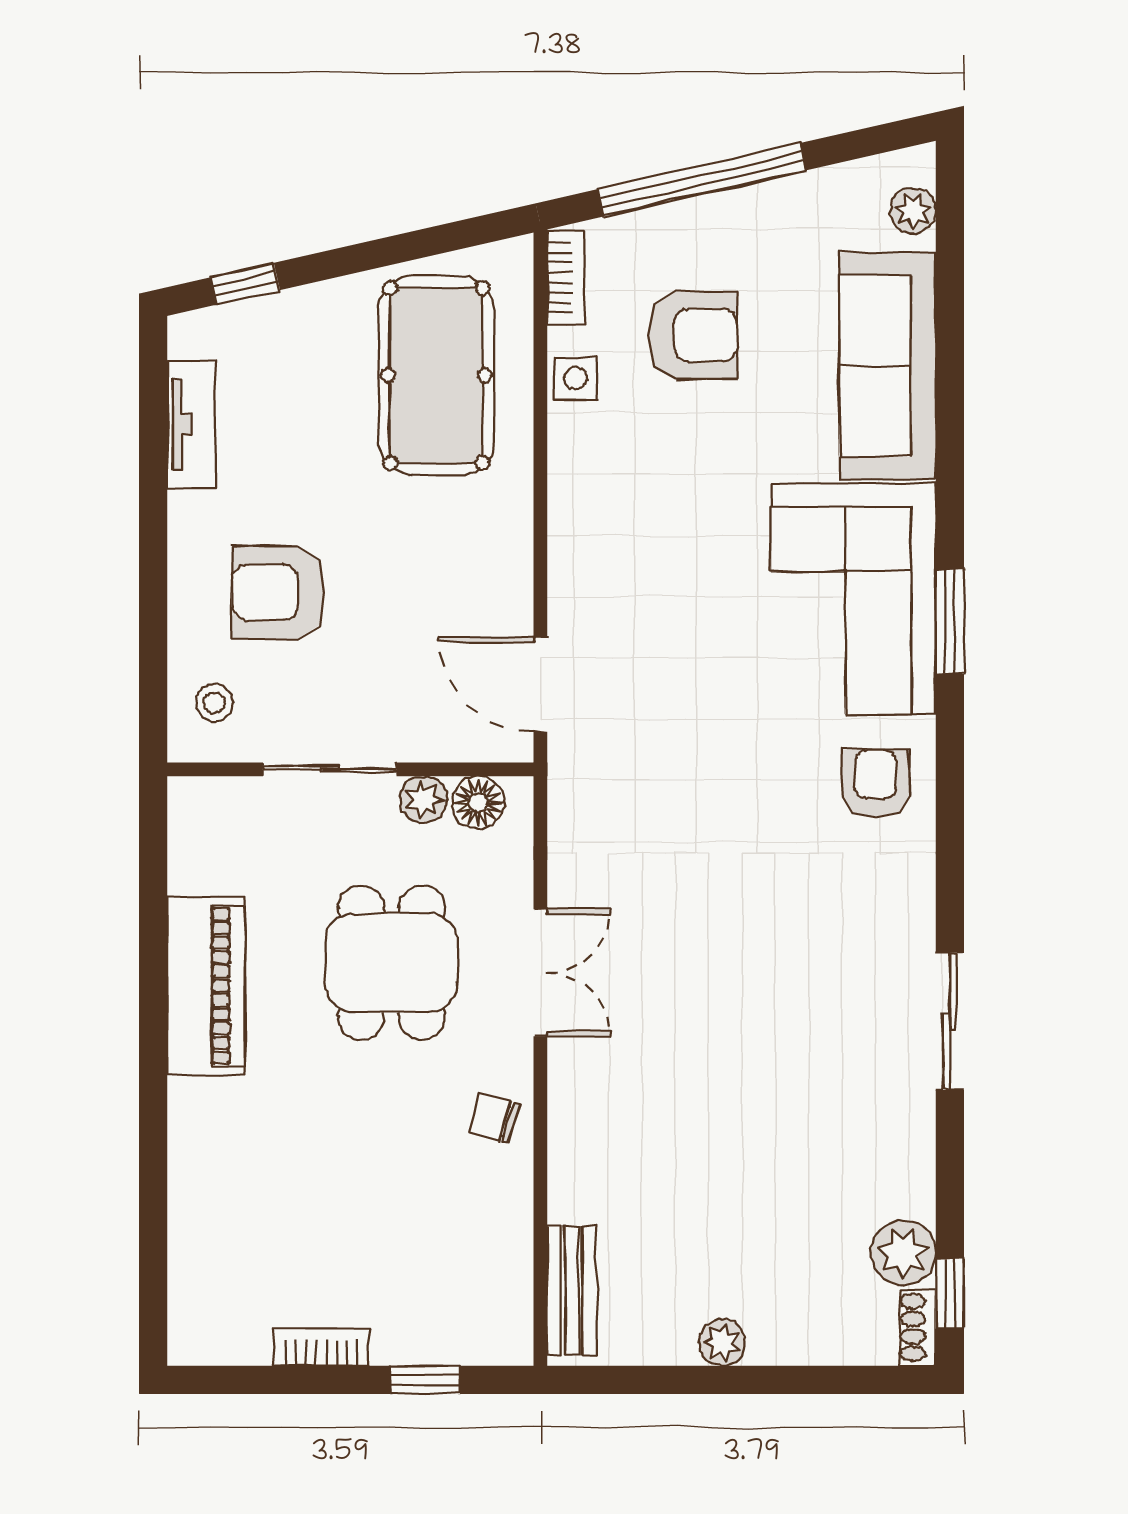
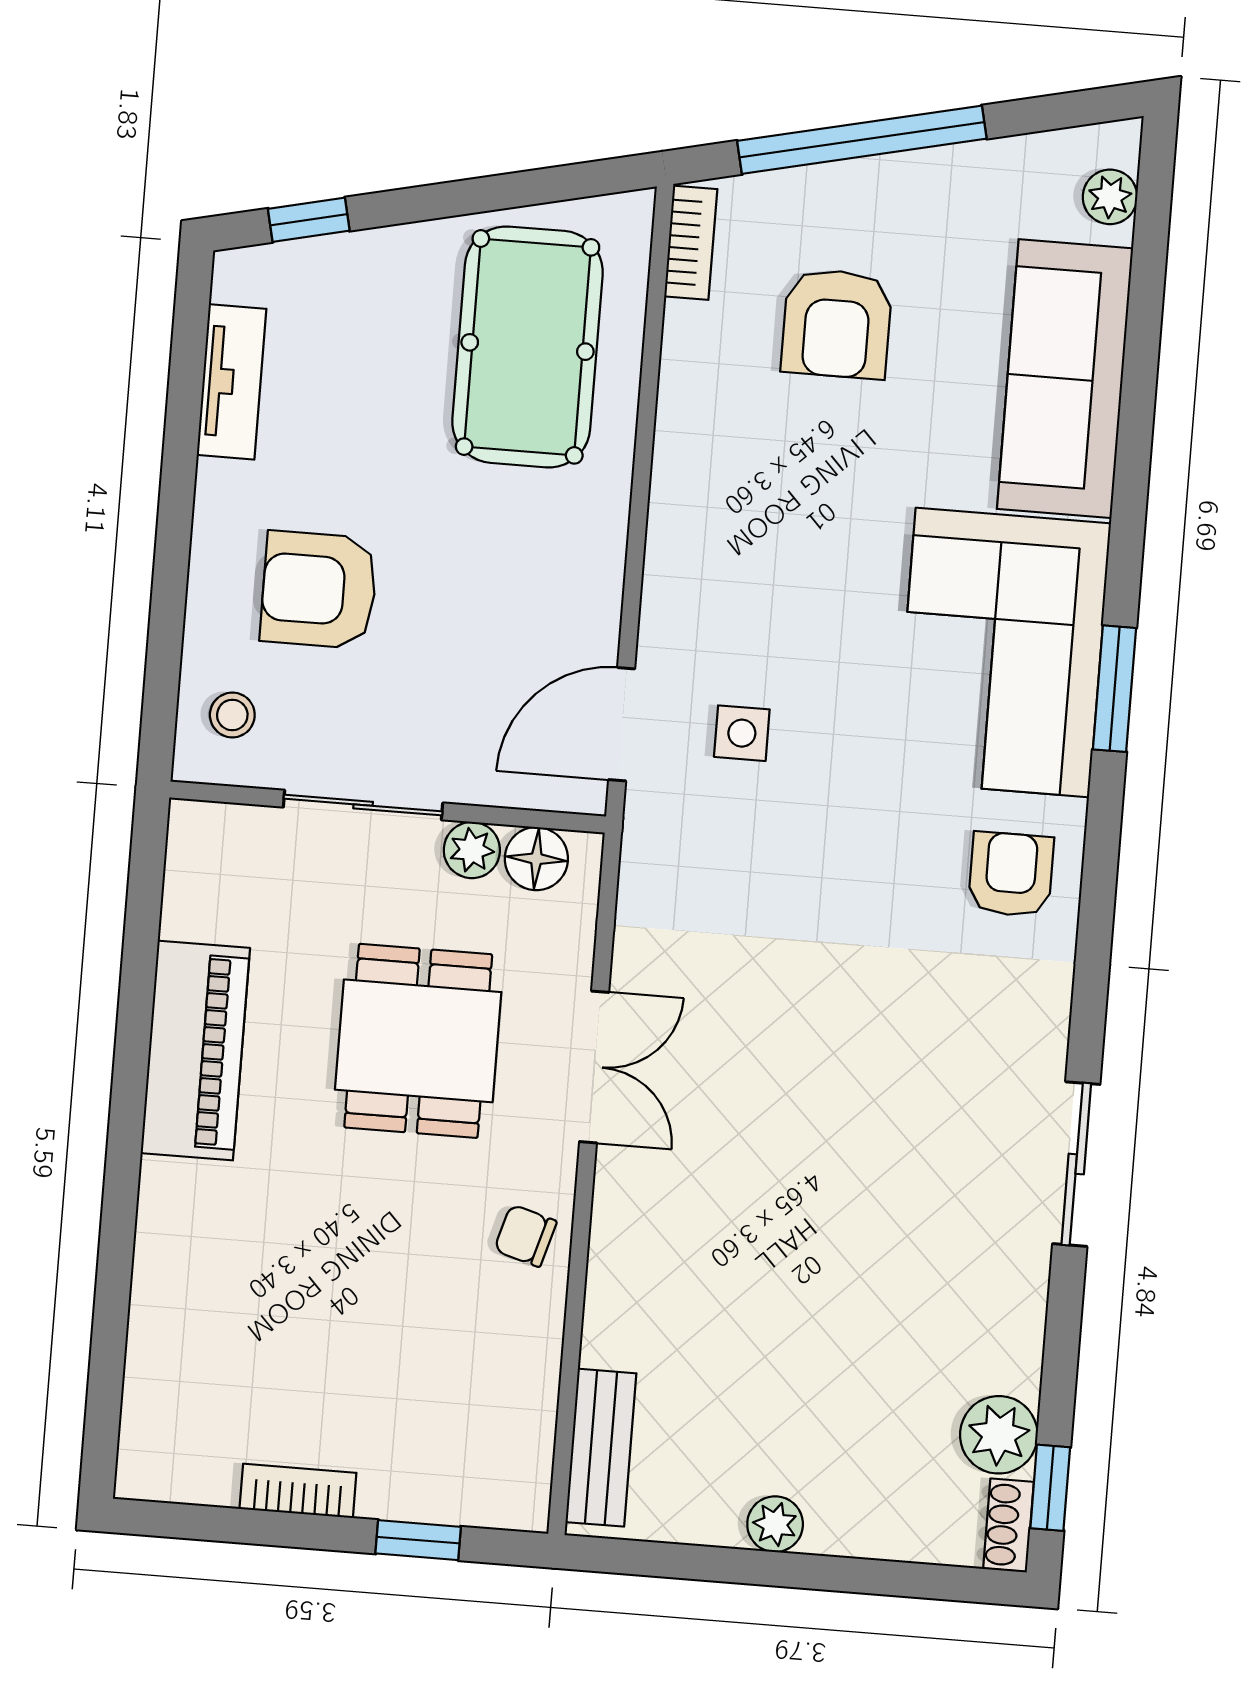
armchair: (693, 335) -> (837, 324), turned 90
side table: (576, 378) -> (742, 733), moved
door: (540, 684) -> (622, 724), hinge flipped

